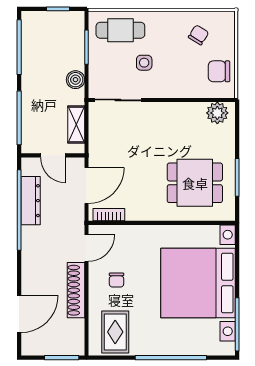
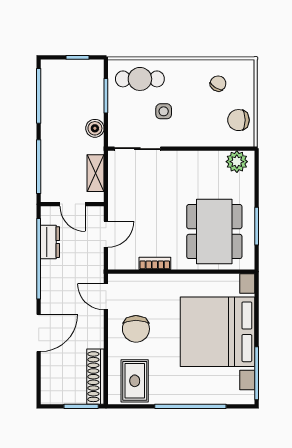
dining table: (195, 183) -> (214, 232), width x1.38
door: (87, 185) -> (106, 234), width x0.73
dresser: (31, 201) -> (50, 242), width x0.70
bookcase: (109, 215) -> (155, 263), moved
door: (87, 248) -> (106, 297), swing flipped
chair: (116, 280) -> (136, 329), width x1.87, depth x1.87
shoe rack: (76, 290) -> (95, 377), moved
door: (19, 314) -> (39, 333), moved

